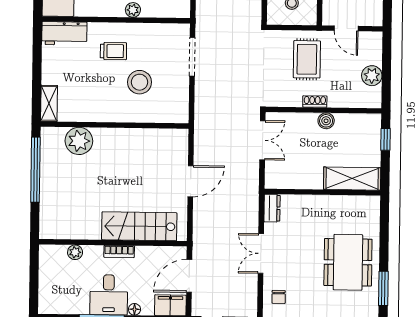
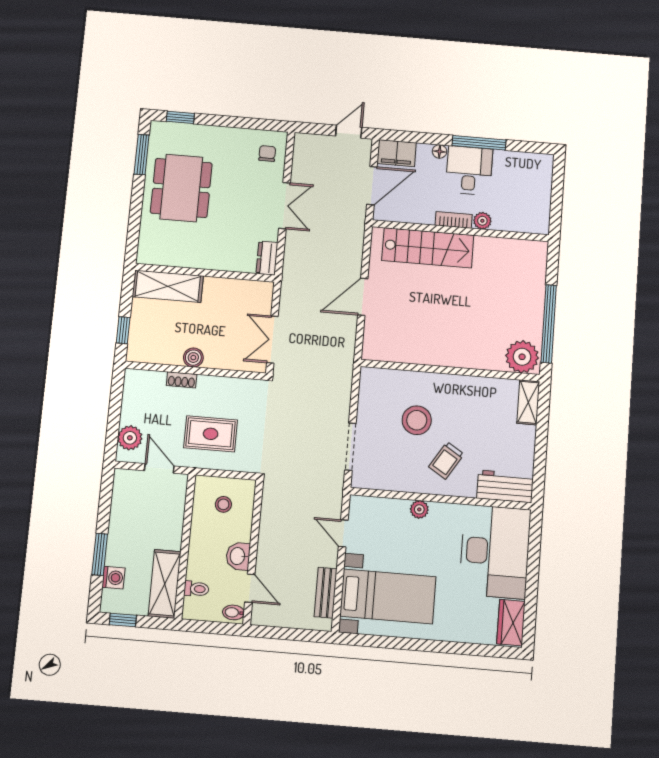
trolley: (113, 51) -> (446, 460), turned -58
rug: (307, 59) -> (211, 434), turned 90
plant: (372, 76) -> (130, 438), moved
shoe rack: (315, 101) -> (182, 380), moved
plant: (79, 141) -> (522, 357), moved
plant: (75, 252) -> (482, 221), moved

